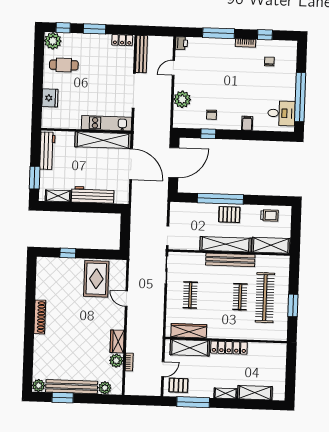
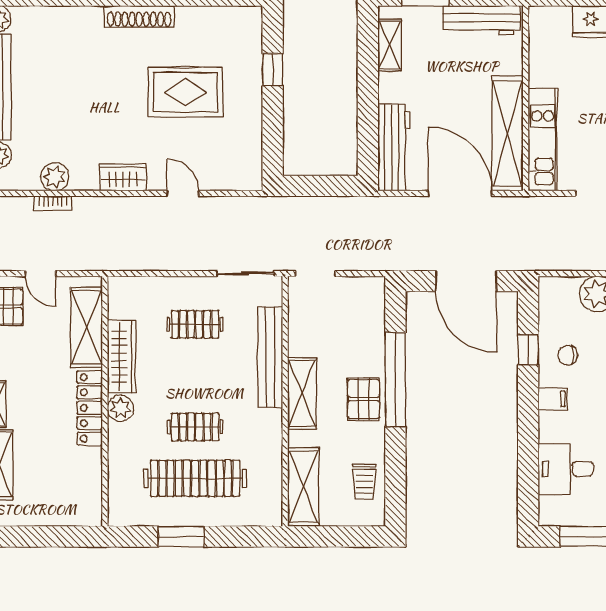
desk: (281, 113) -> (566, 469), moved, turned 90
filing cabinet: (247, 123) -> (553, 399), moved
door: (131, 164) -> (460, 193), swing flipped
workbench: (93, 195) -> (394, 148), moved
shelving: (226, 244) -> (302, 393), width x0.68
bench: (230, 260) -> (270, 357), moved
rug: (96, 279) -> (185, 92), moved
door: (126, 299) -> (183, 193), hinge flipped
wardrobe: (189, 331) -> (121, 357), moved
plant: (230, 333) -> (121, 408), added
wardrobe: (117, 341) -> (123, 177), moved

